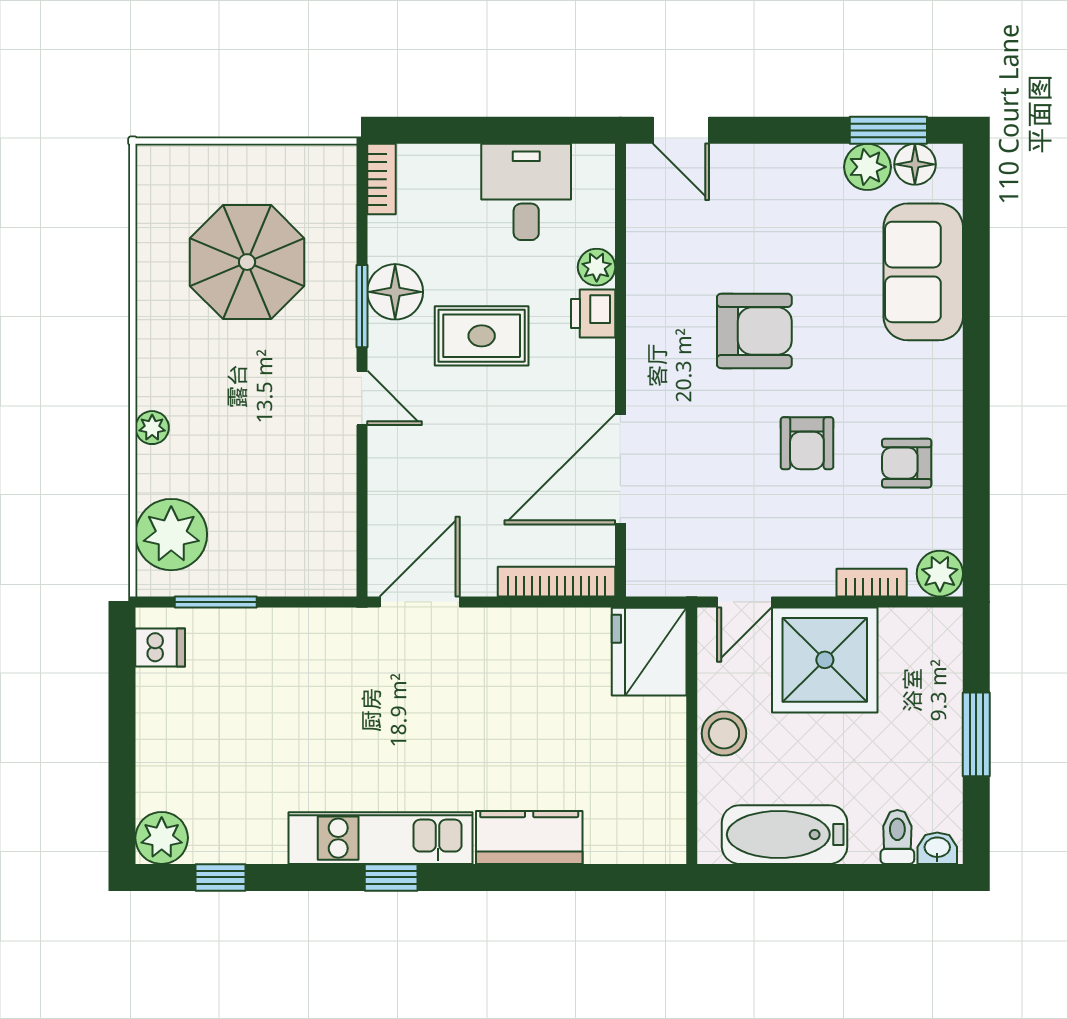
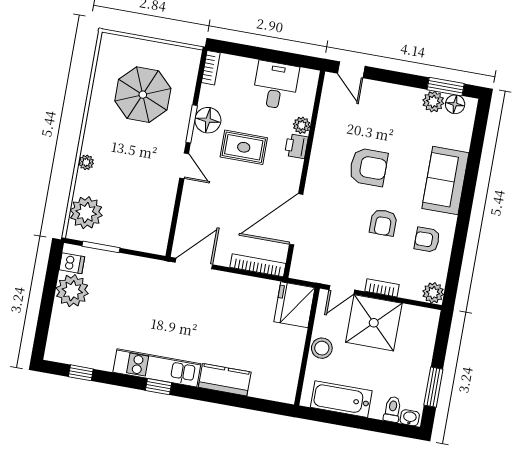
sofa: (923, 272) -> (445, 181), moved
bookcase: (872, 583) -> (382, 288), moved
window: (976, 734) -> (433, 387), moved
plant: (162, 838) -> (72, 291), moved, width x1.36, depth x1.36

